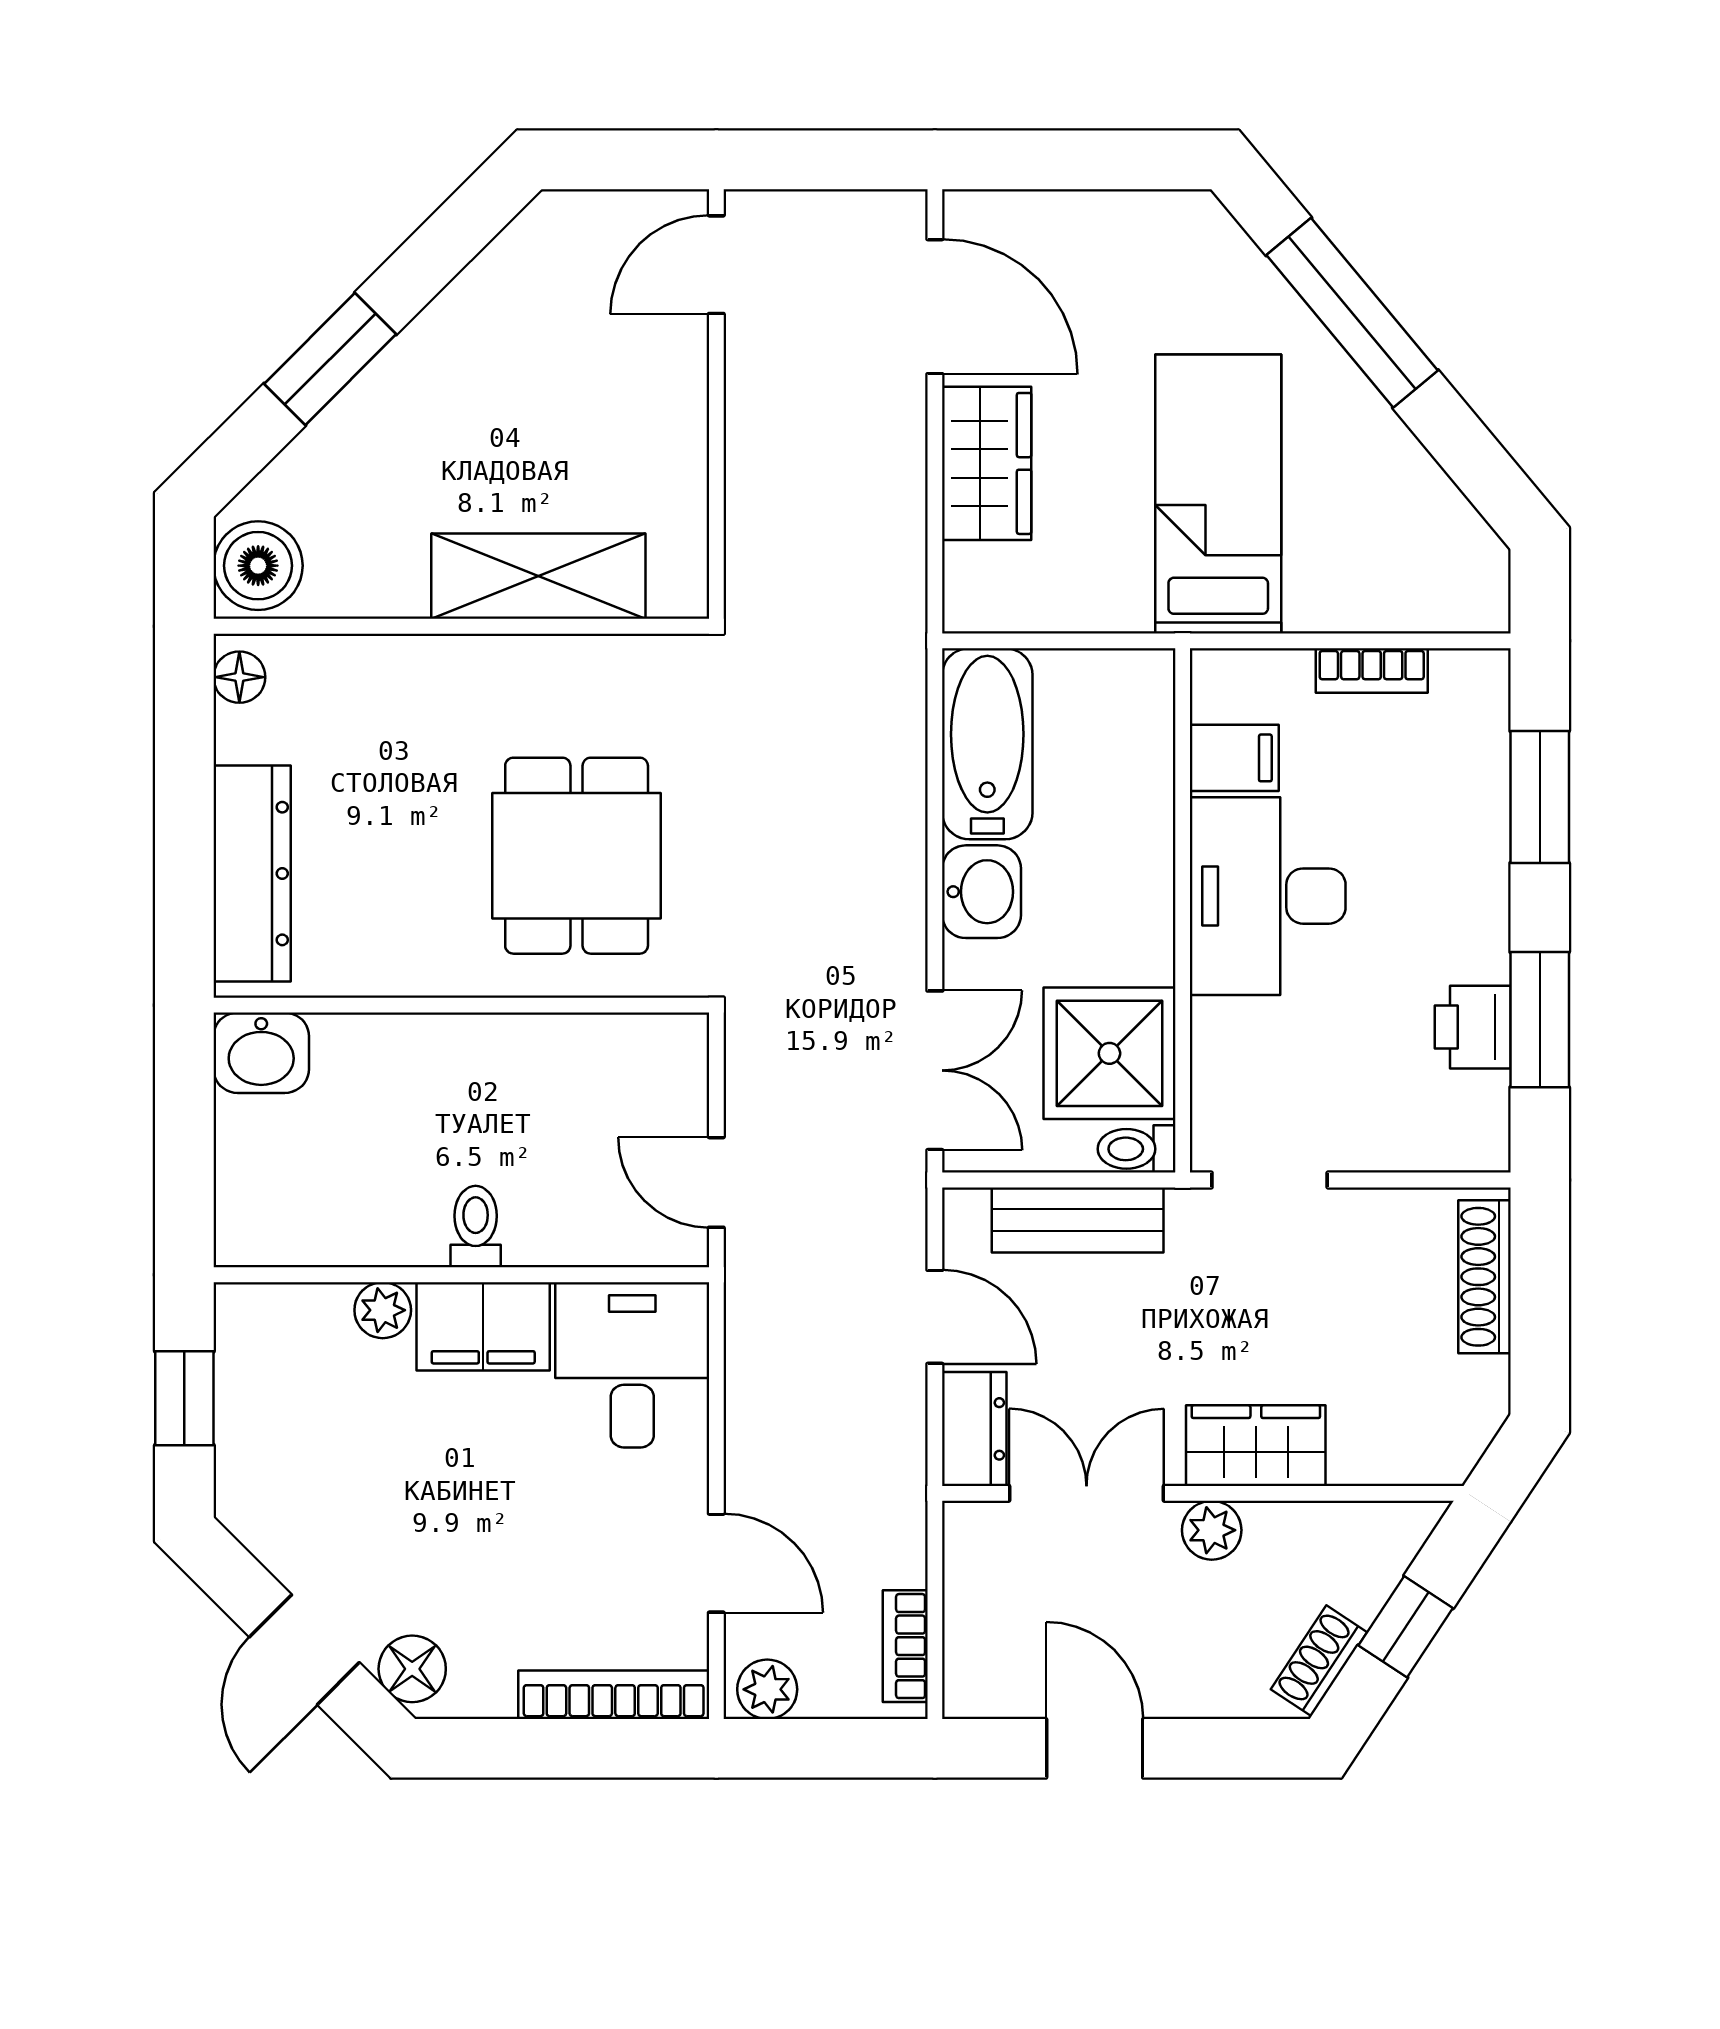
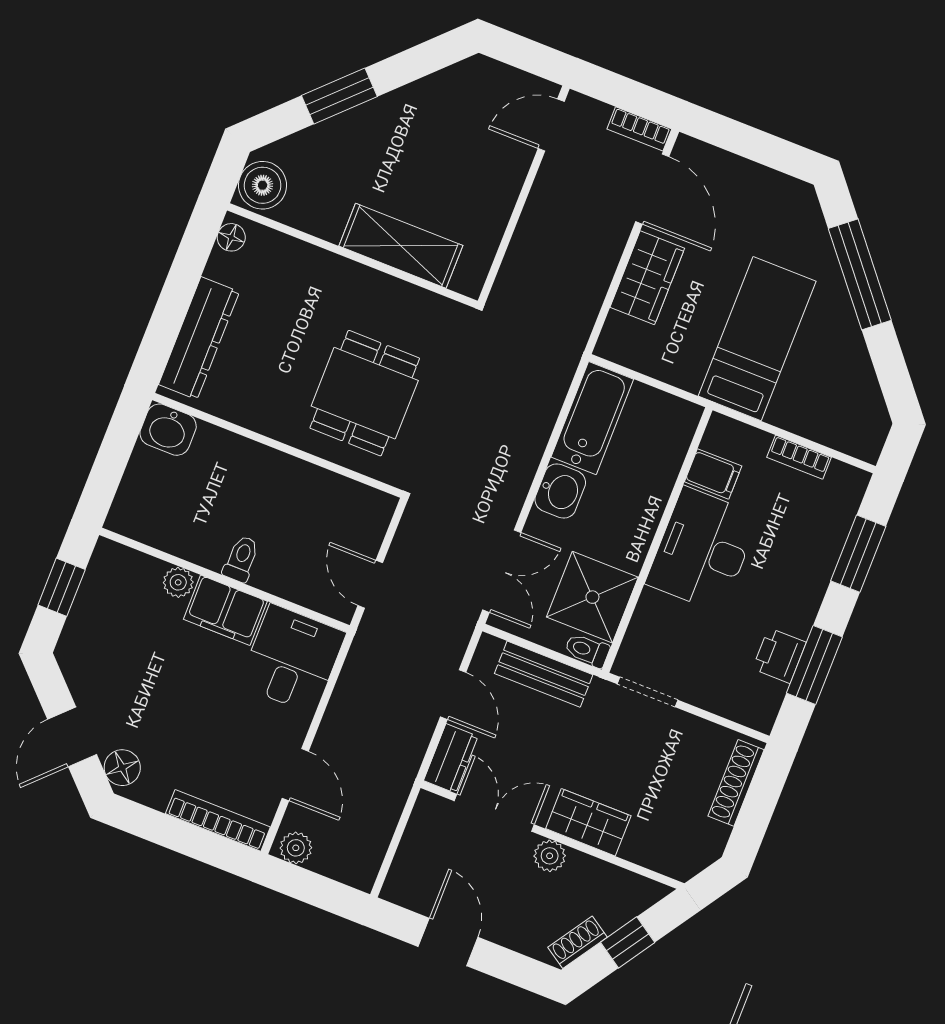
bookcase: (905, 1646) -> (639, 129), moved, turned -90

